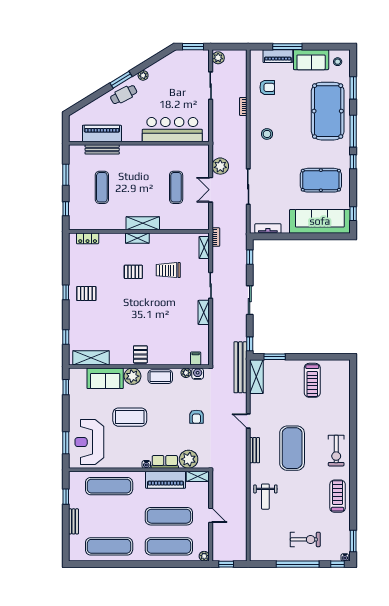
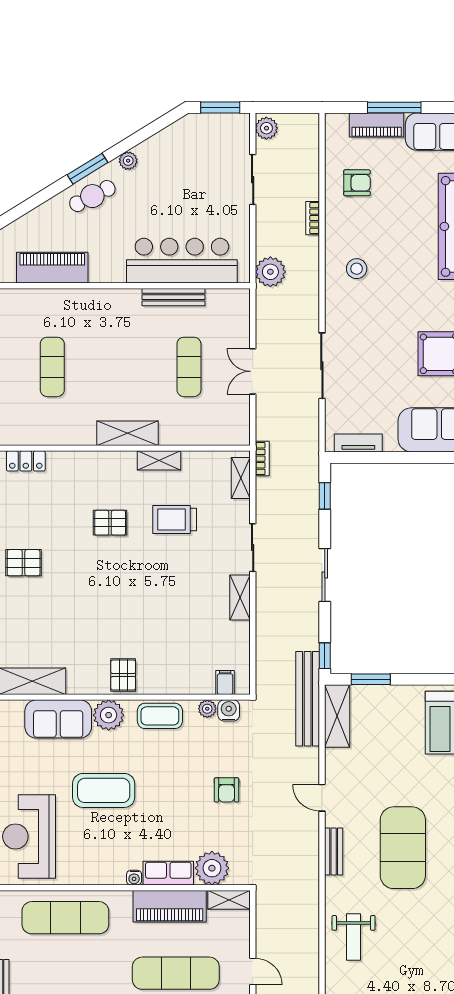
bench: (102, 149) -> (173, 297), moved
plant: (220, 166) -> (270, 272), moved
shelving: (137, 238) -> (159, 460), moved

